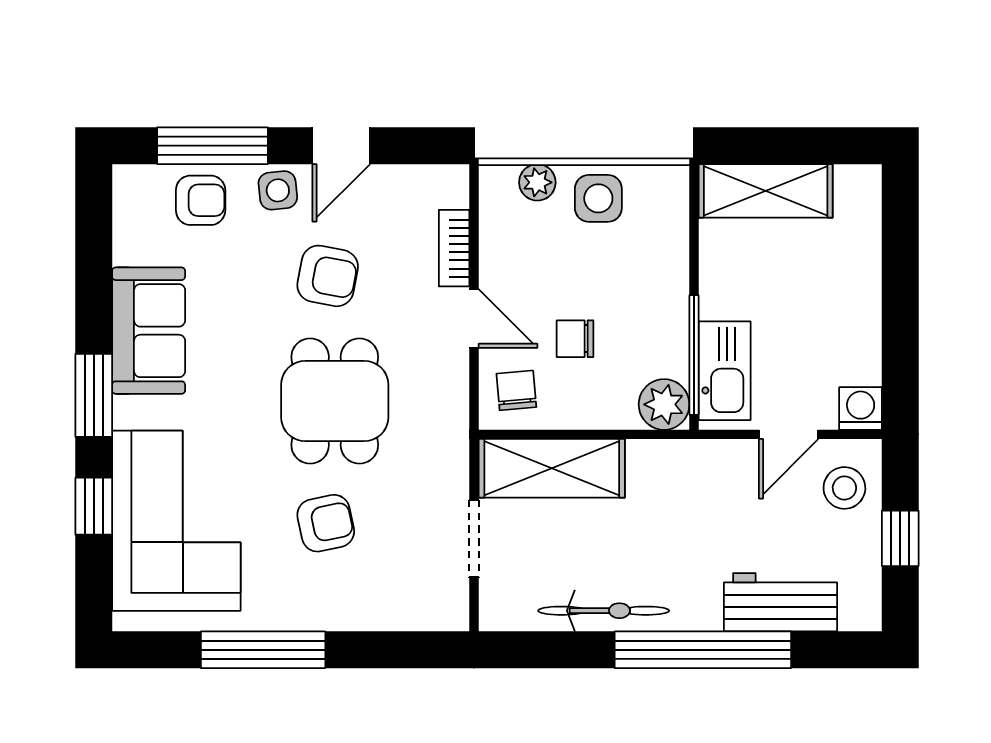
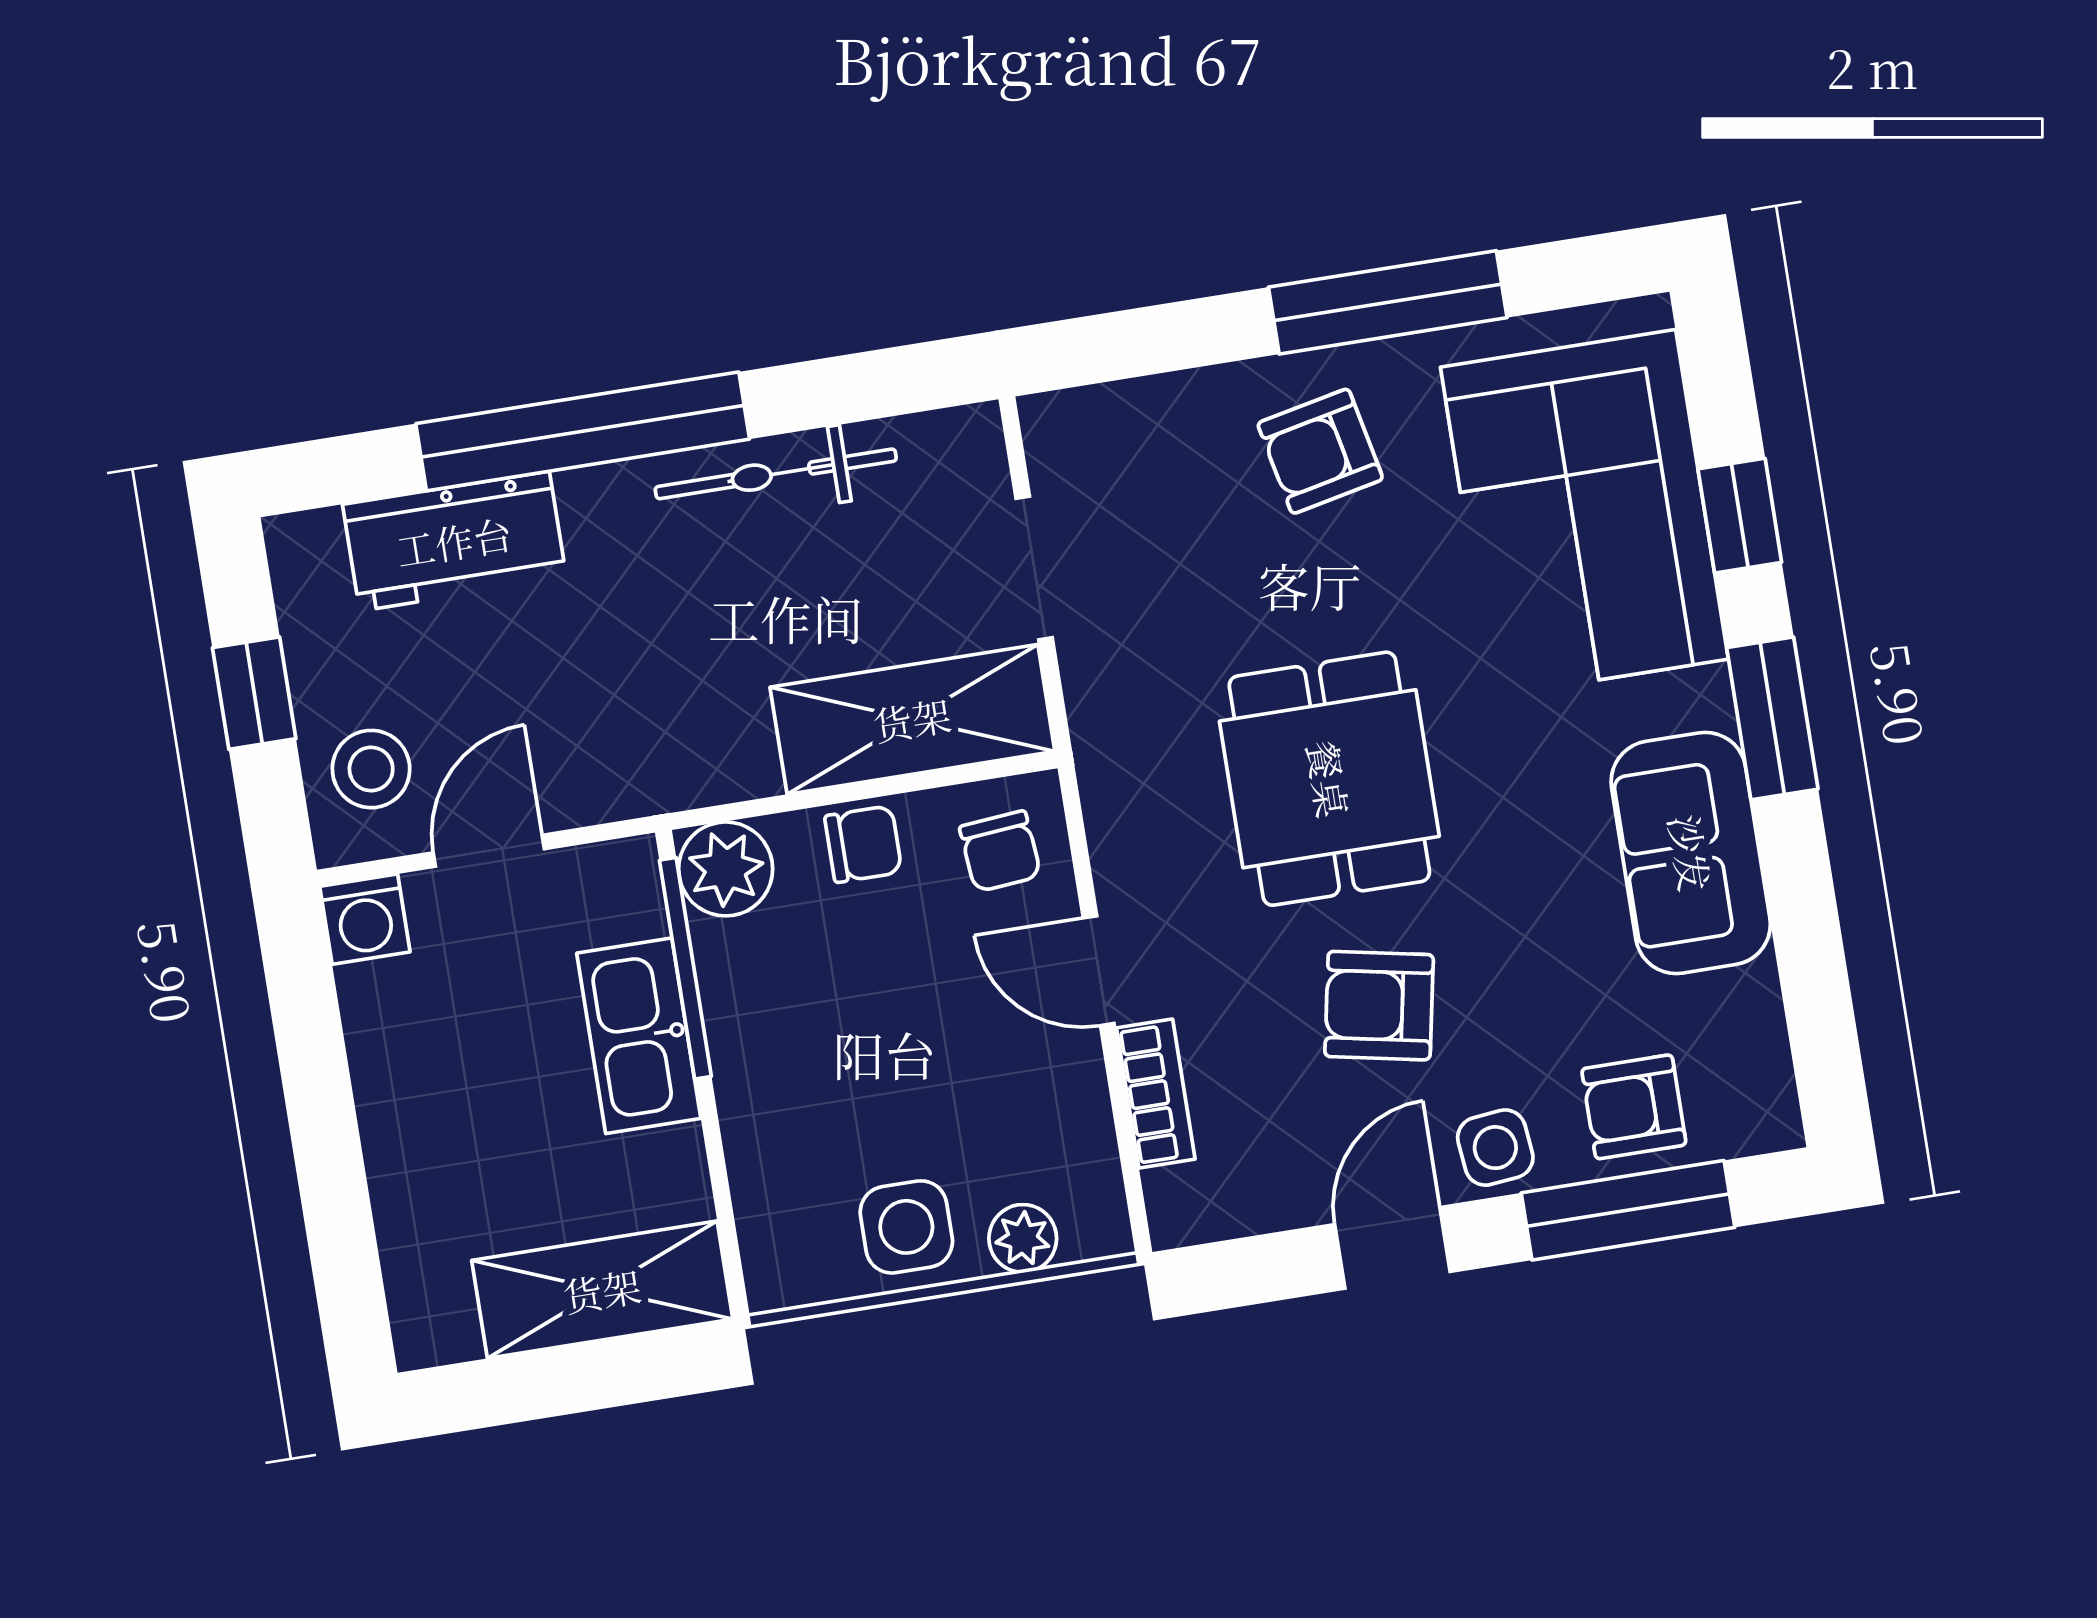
chair: (575, 339) -> (863, 844), moved
kitchen sink: (725, 371) -> (639, 1036), moved
armchair: (326, 523) -> (1320, 451), moved

